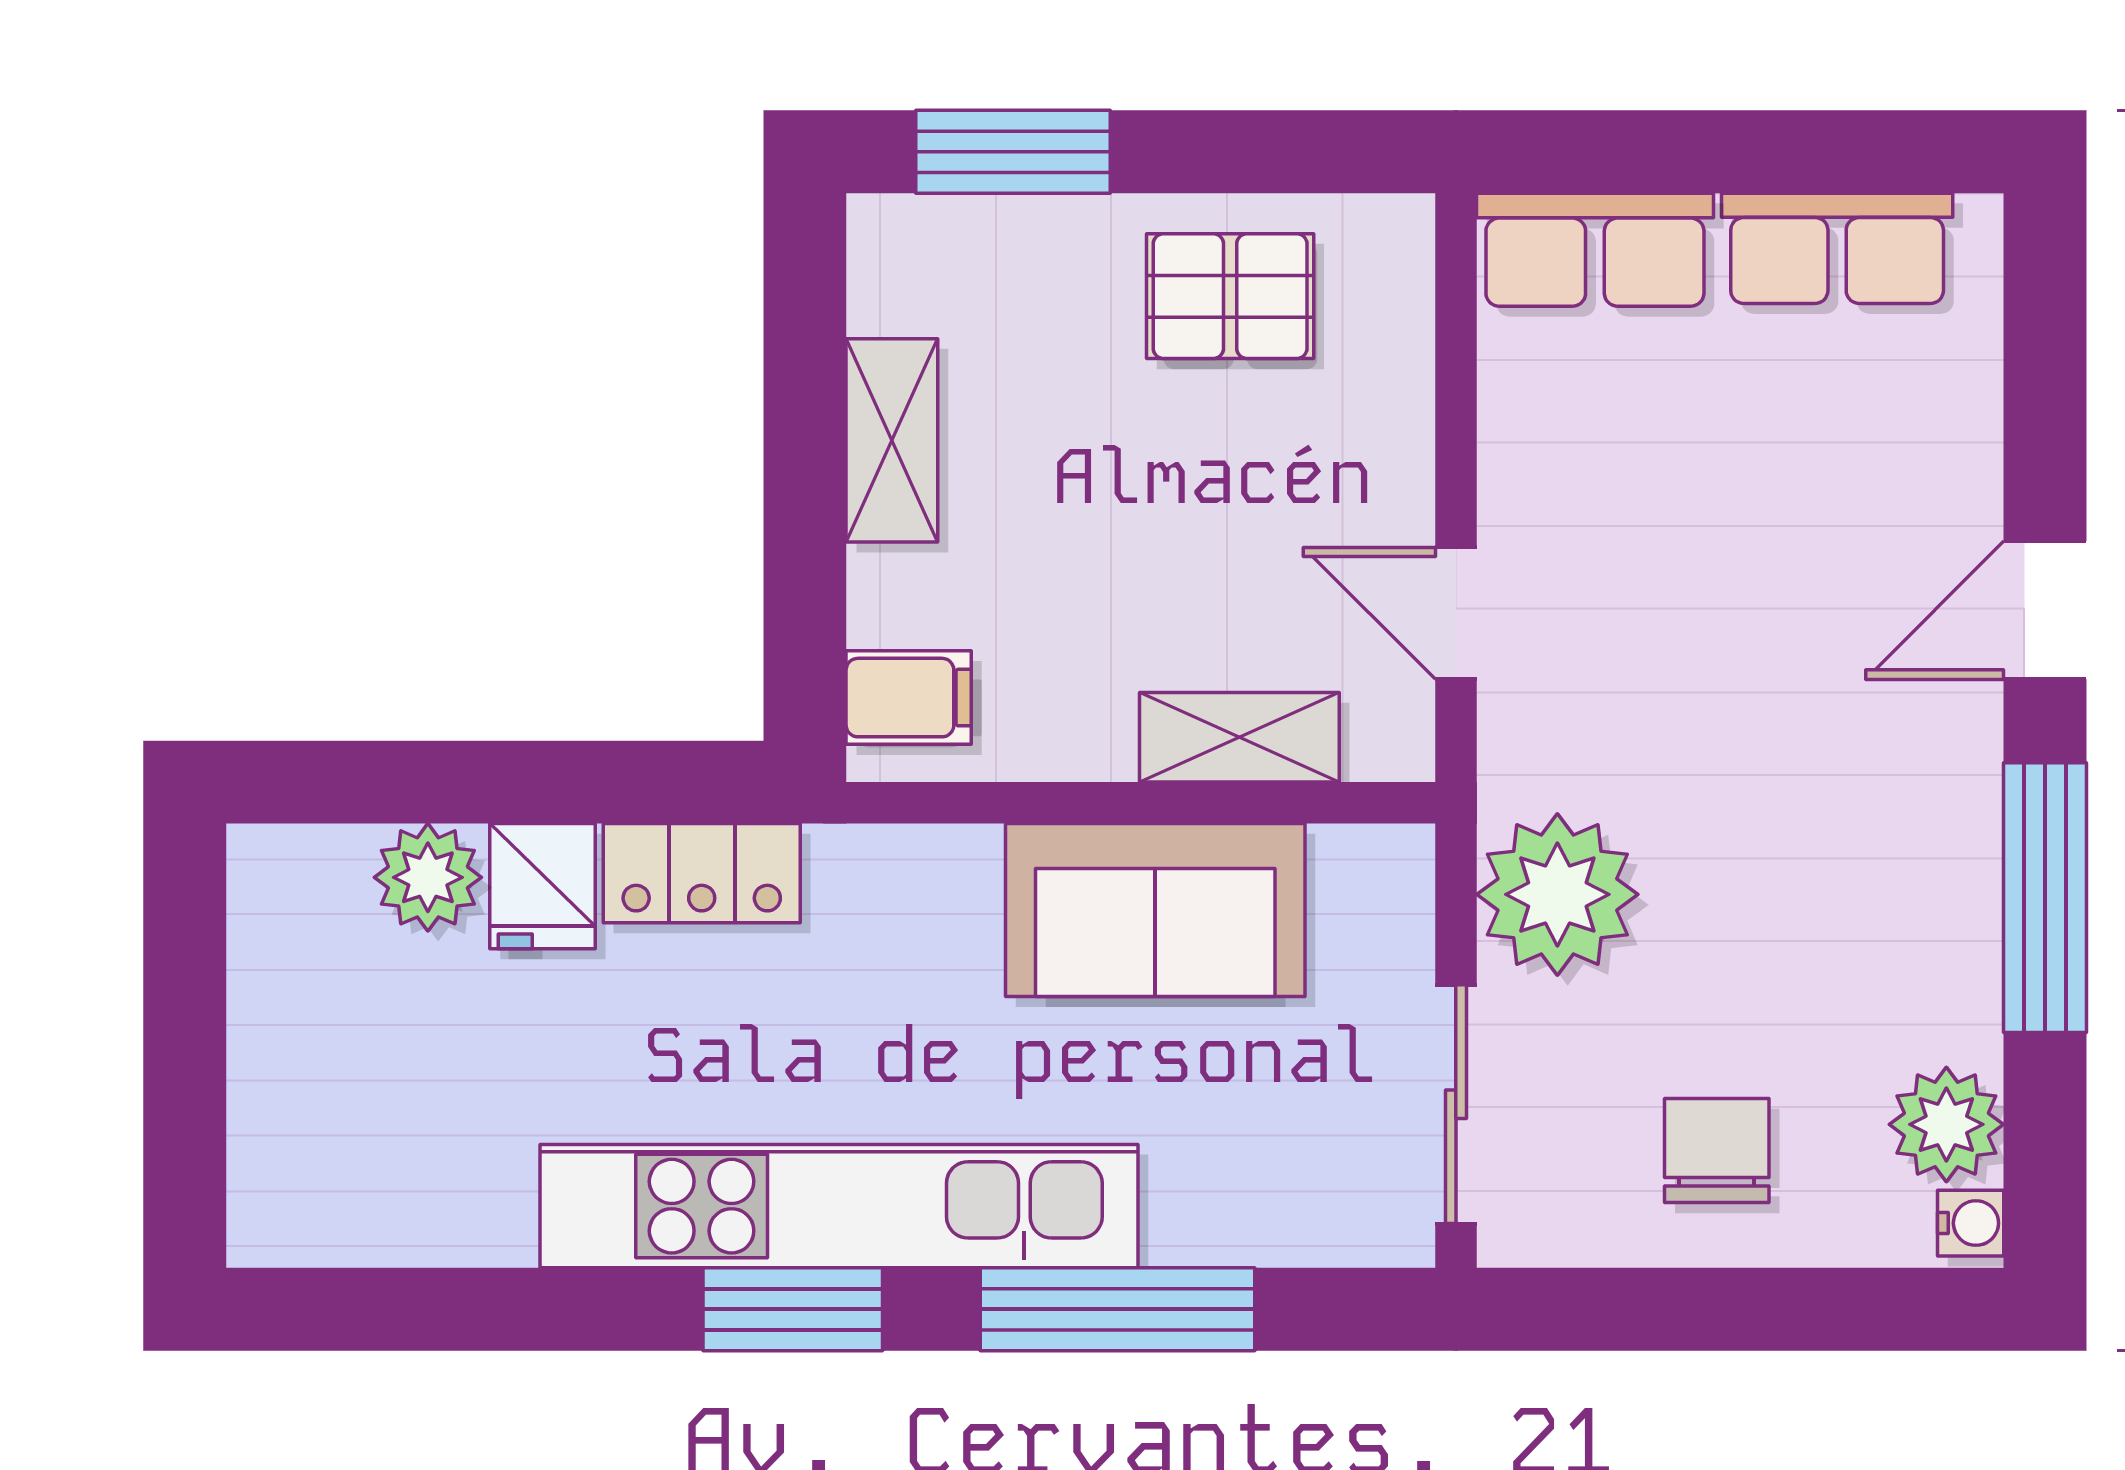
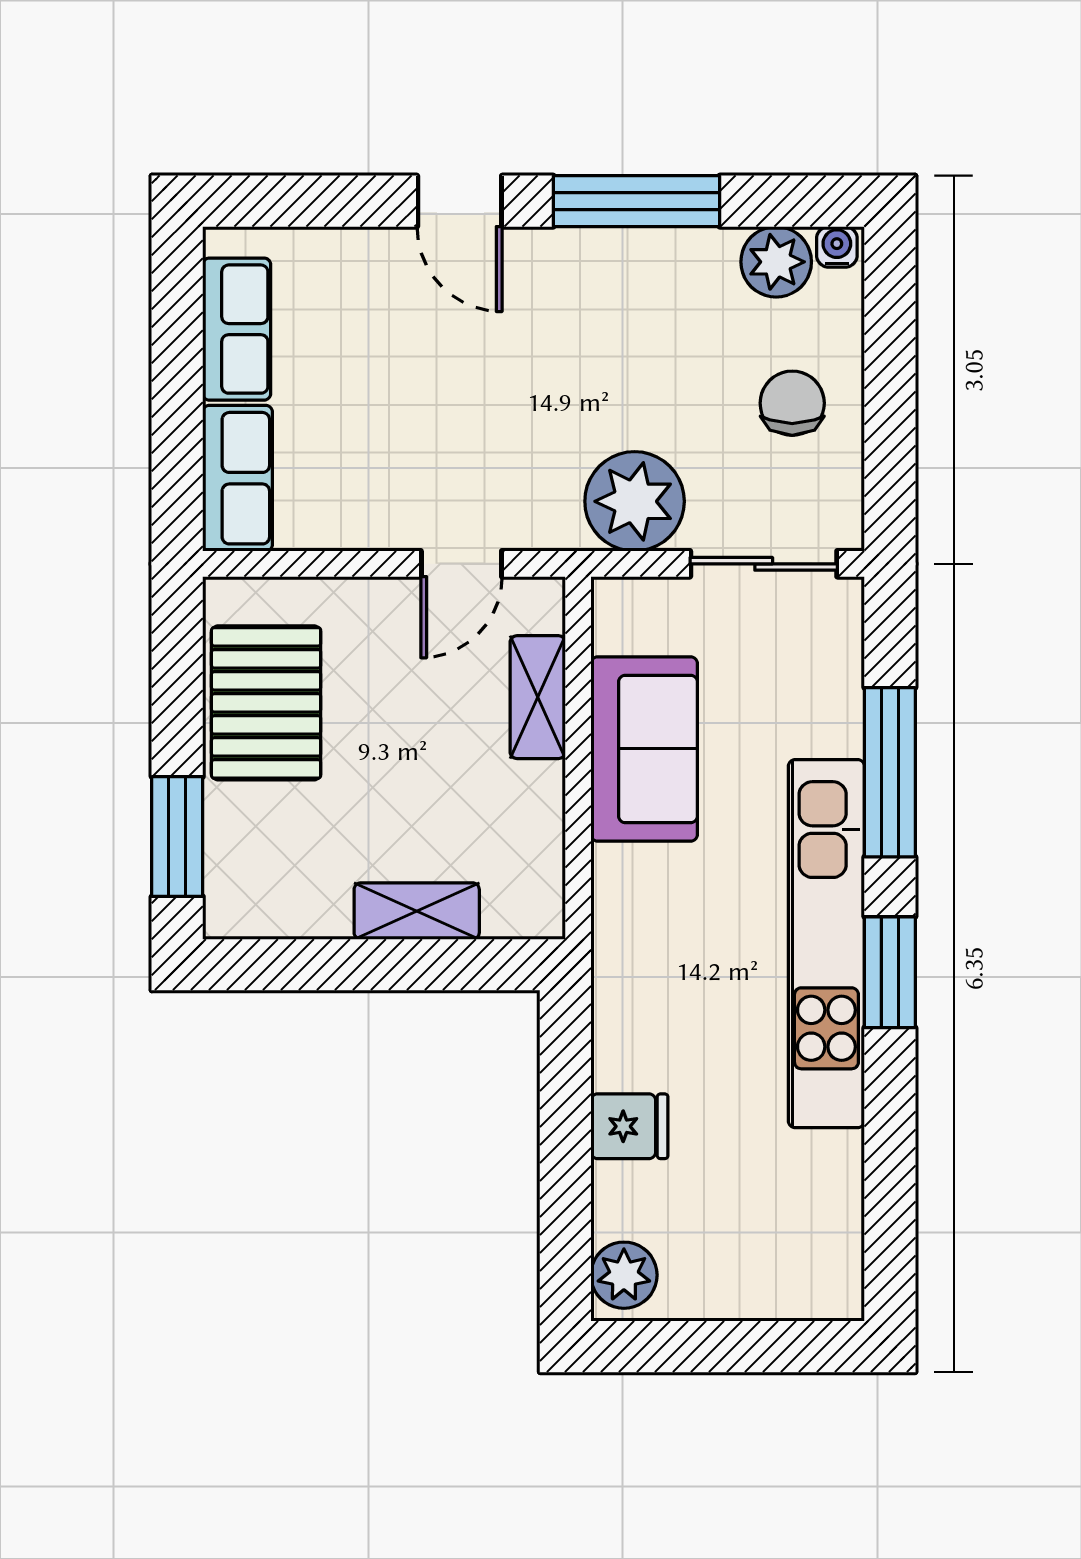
pallet: (1230, 296) -> (266, 703), width x1.50, depth x1.42
shelving: (892, 440) -> (417, 911), moved
filing cabinet: (909, 698) -> (513, 901), removed
locker: (702, 873) -> (621, 1028), removed
plant: (428, 877) -> (624, 1275), moved
chair: (1717, 1151) -> (792, 403), turned 90

